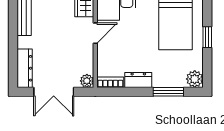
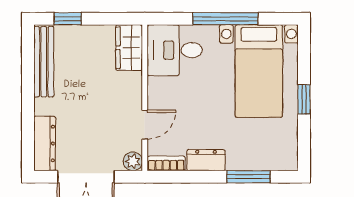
door: (95, 33) -> (145, 125), moved
plant: (195, 79) -> (286, 159), removed

